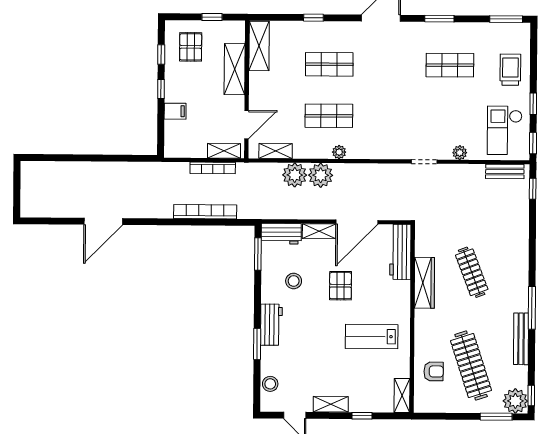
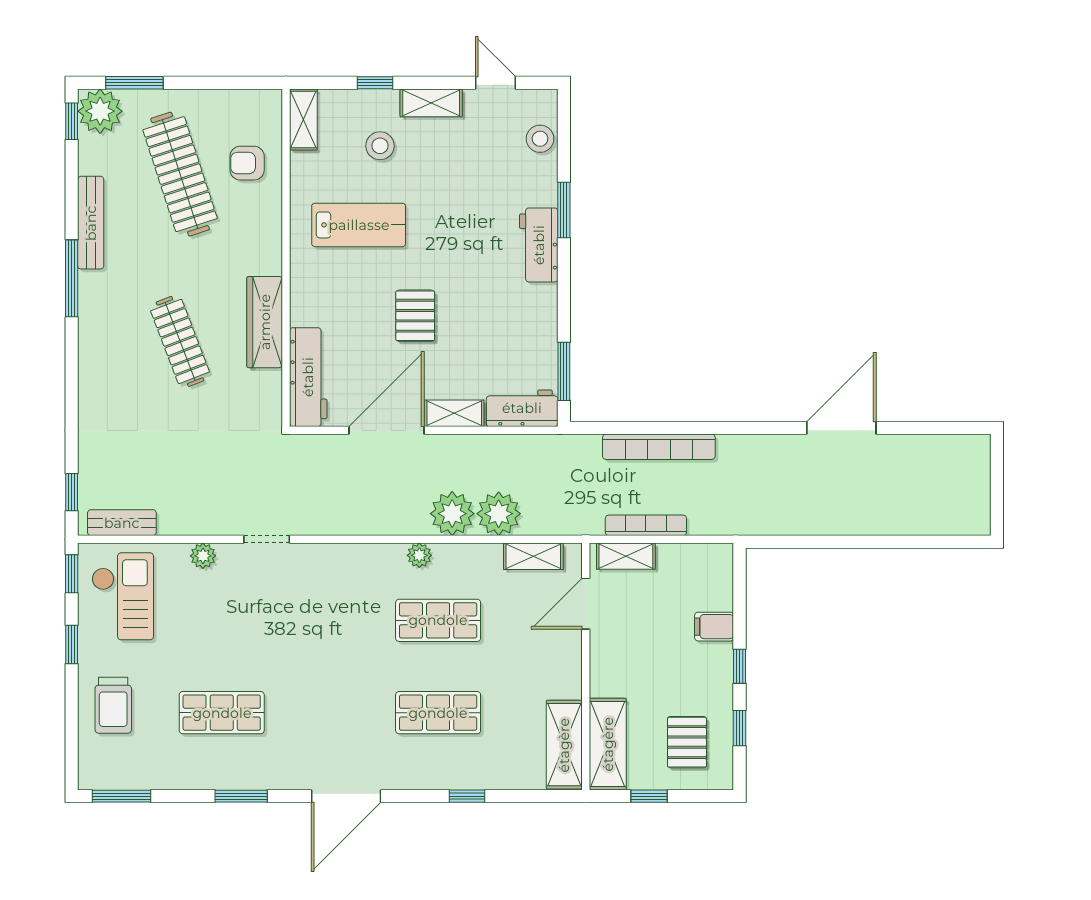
shelving: (235, 69) -> (608, 744), moved
stool: (294, 281) -> (380, 146), moved

